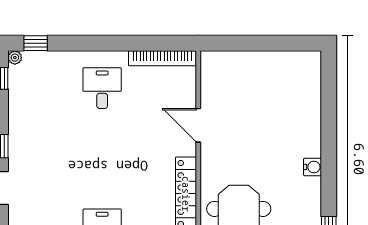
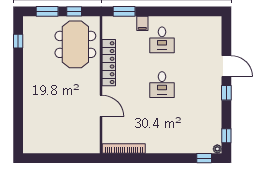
desk: (102, 88) -> (162, 85), moved
water cooler: (312, 167) -> (29, 79), removed

